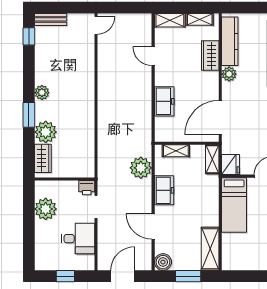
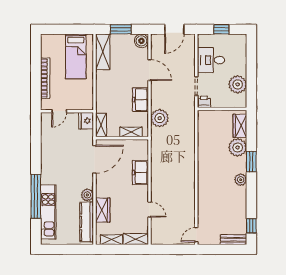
bed: (234, 205) -> (76, 56), moved, turned 180

